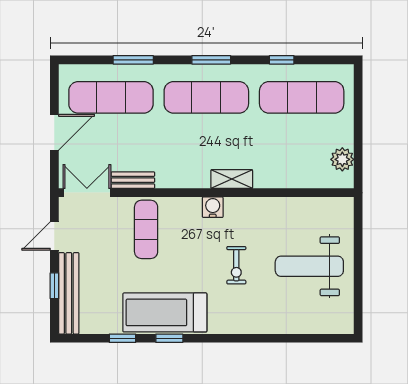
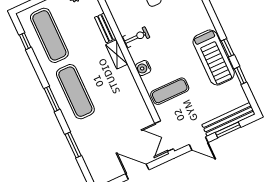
window: (282, 60) -> (25, 41), moved
exercise mat: (111, 97) -> (101, 148), removed
bench: (133, 180) -> (105, 28), moved
water cooler: (213, 207) -> (143, 68), moved
exercise bike: (236, 265) -> (136, 37), moved
window: (54, 286) -> (228, 130), width x1.50

